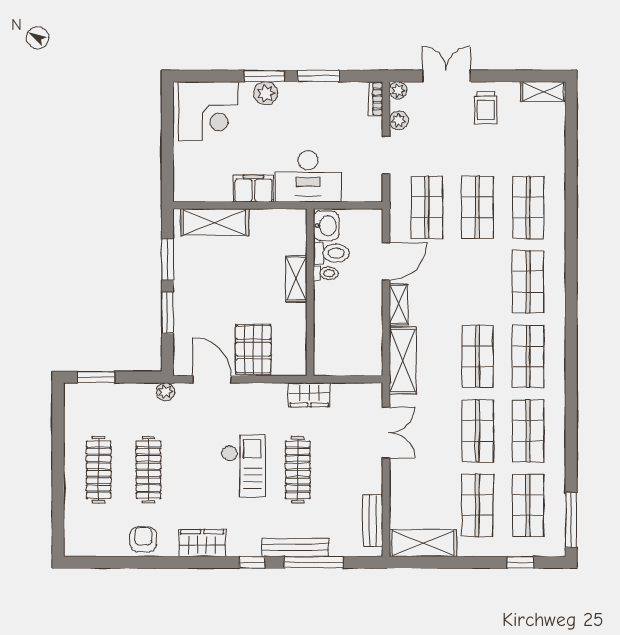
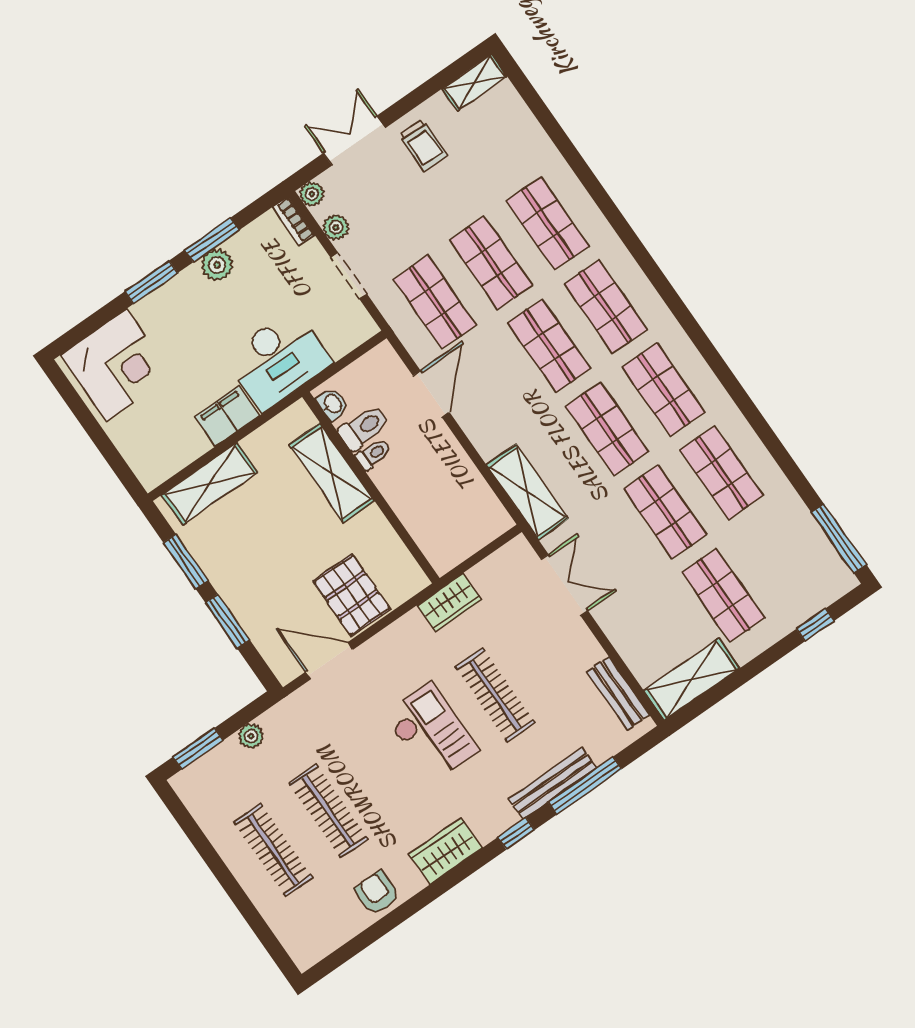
plant: (266, 93) -> (217, 265), moved
washbasin: (326, 226) -> (332, 404), width x0.72, depth x0.69
shelving: (296, 279) -> (332, 473), width x1.50, depth x1.33
shelving: (399, 305) -> (479, 432), removed
plant: (165, 392) -> (251, 736), moved
shop shelf: (528, 505) -> (549, 346), moved

